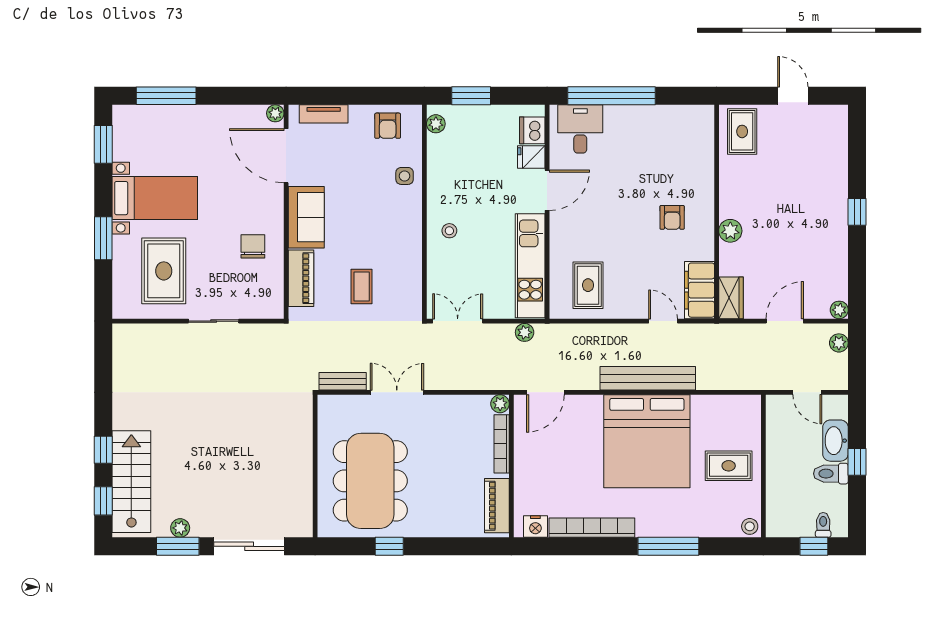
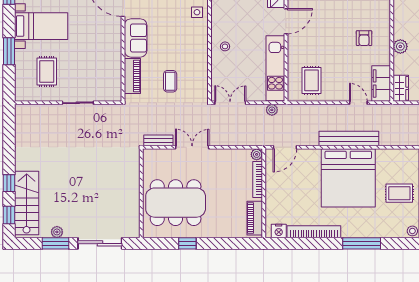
chair: (253, 246) -> (102, 56), removed
rug: (164, 271) -> (47, 72), width x0.73, depth x0.70
dining table: (370, 481) -> (176, 203), turned 90

